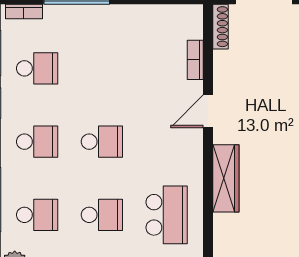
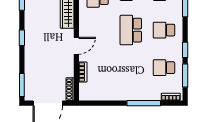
school desk: (102, 142) -> (131, 30), width x1.85

